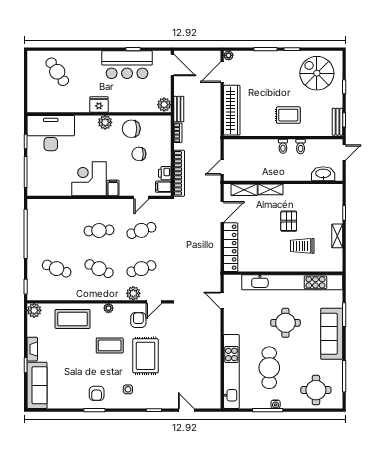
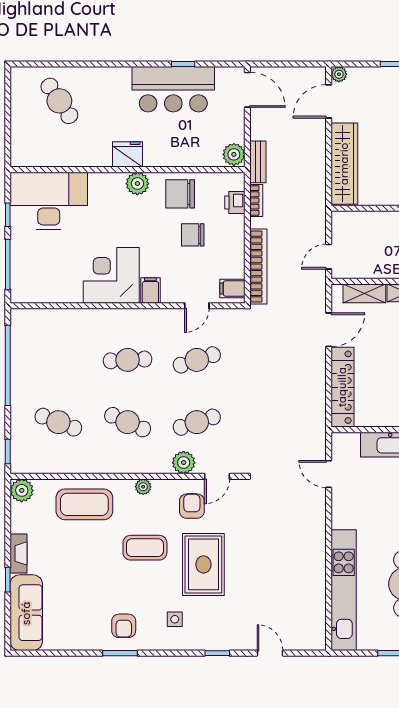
printer: (165, 173) -> (235, 202), moved

